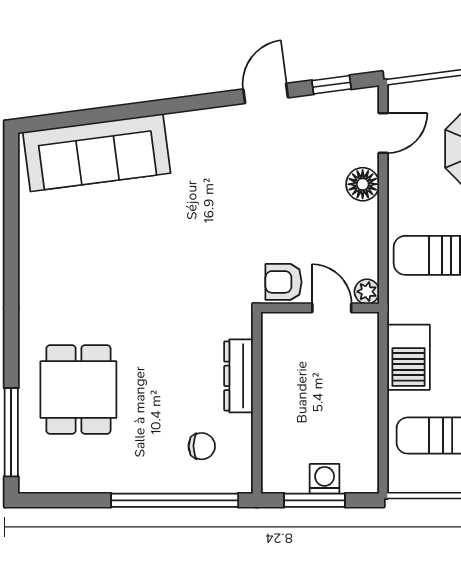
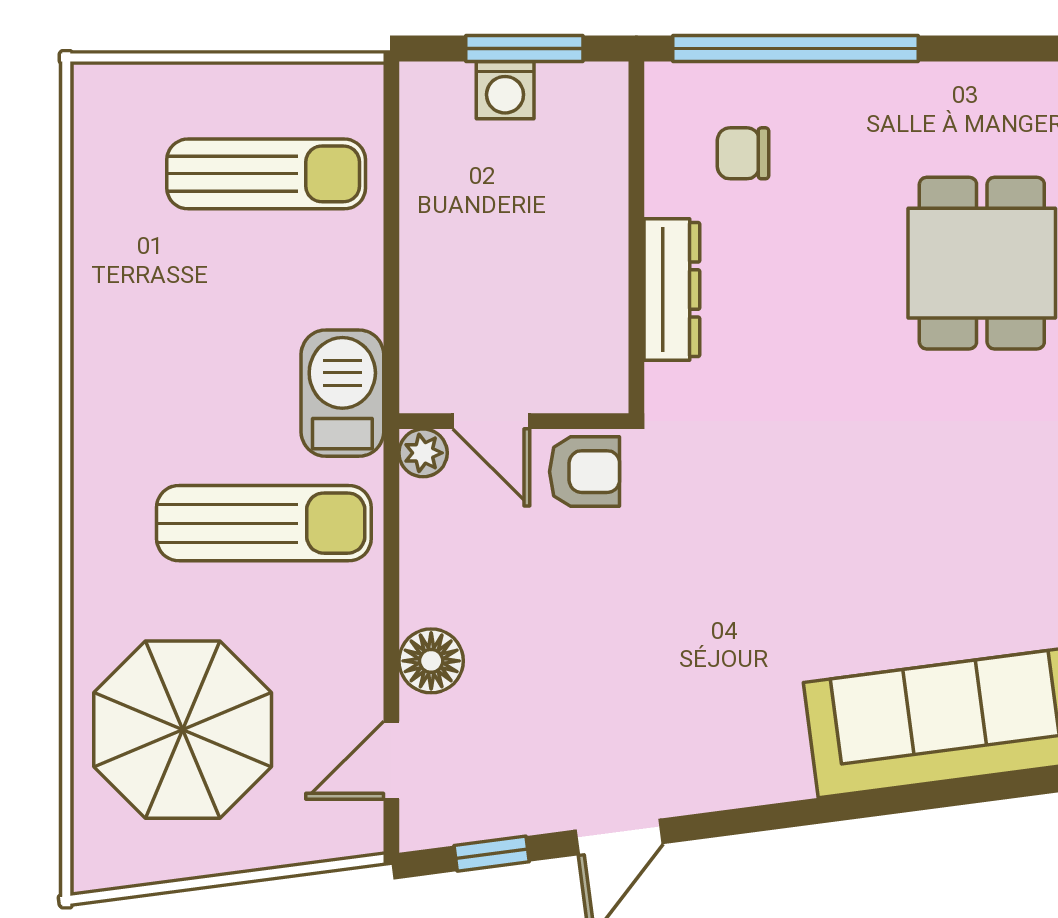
barbecue: (409, 357) -> (342, 393), moved

